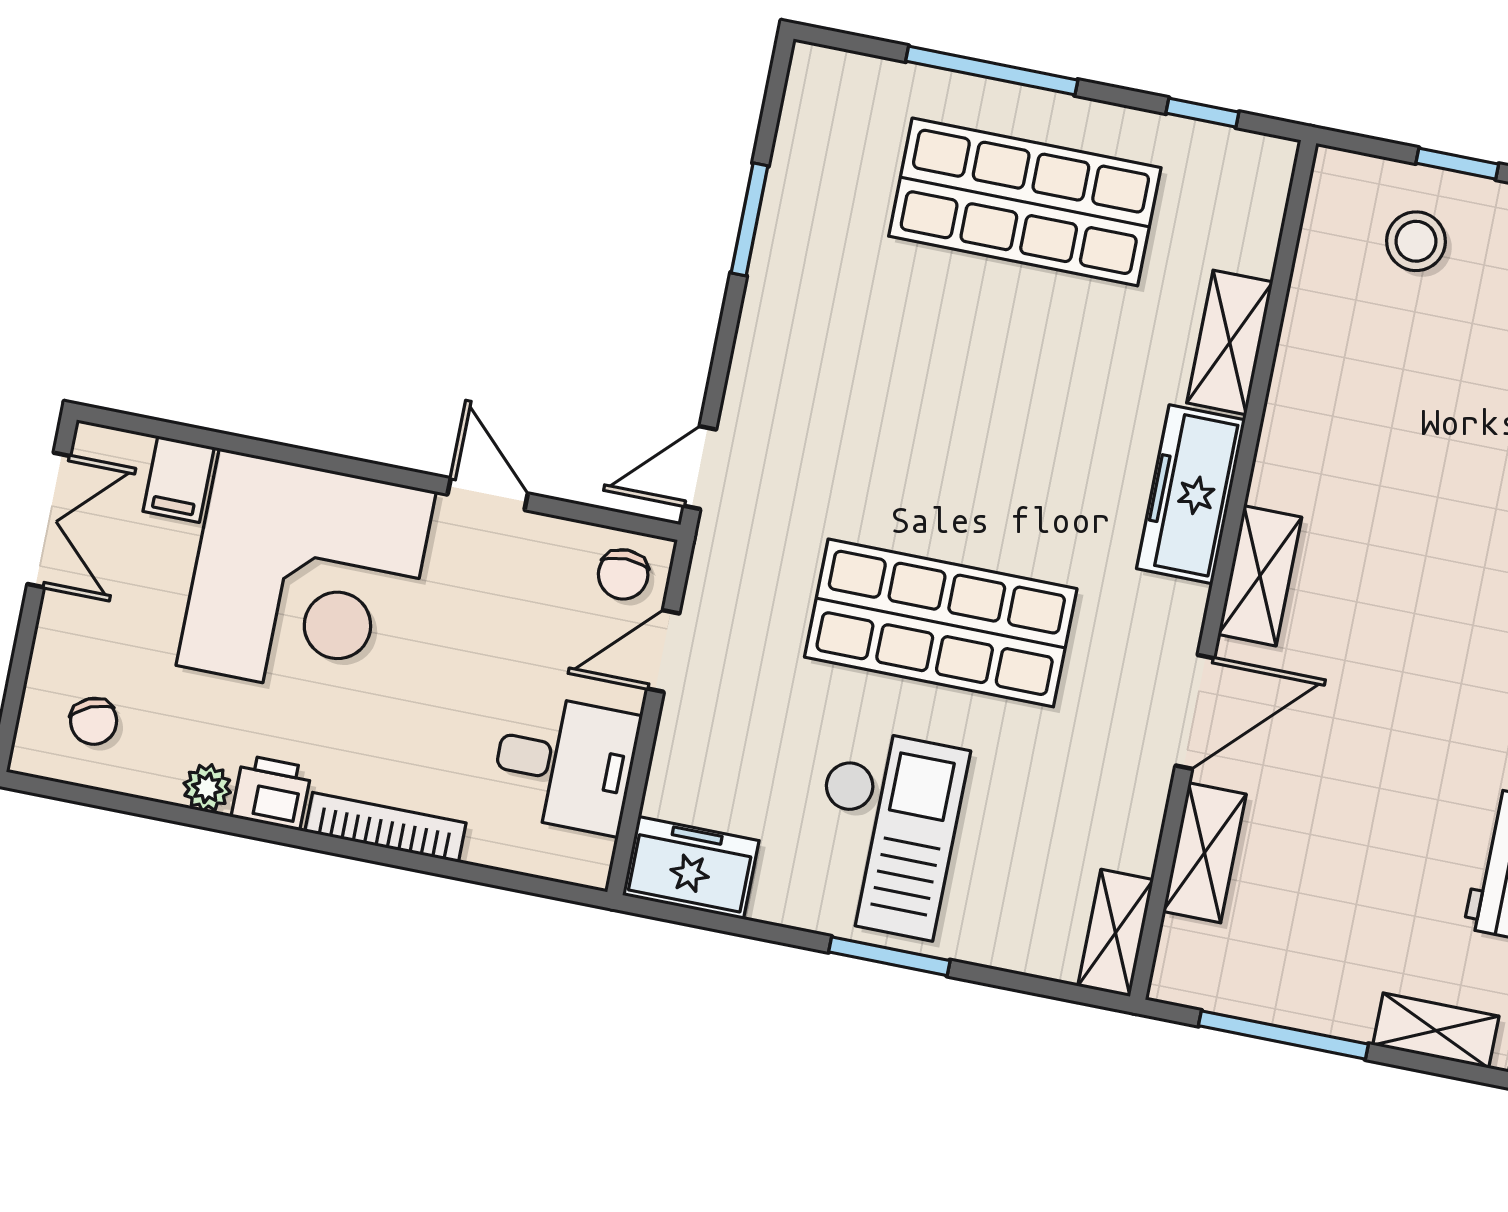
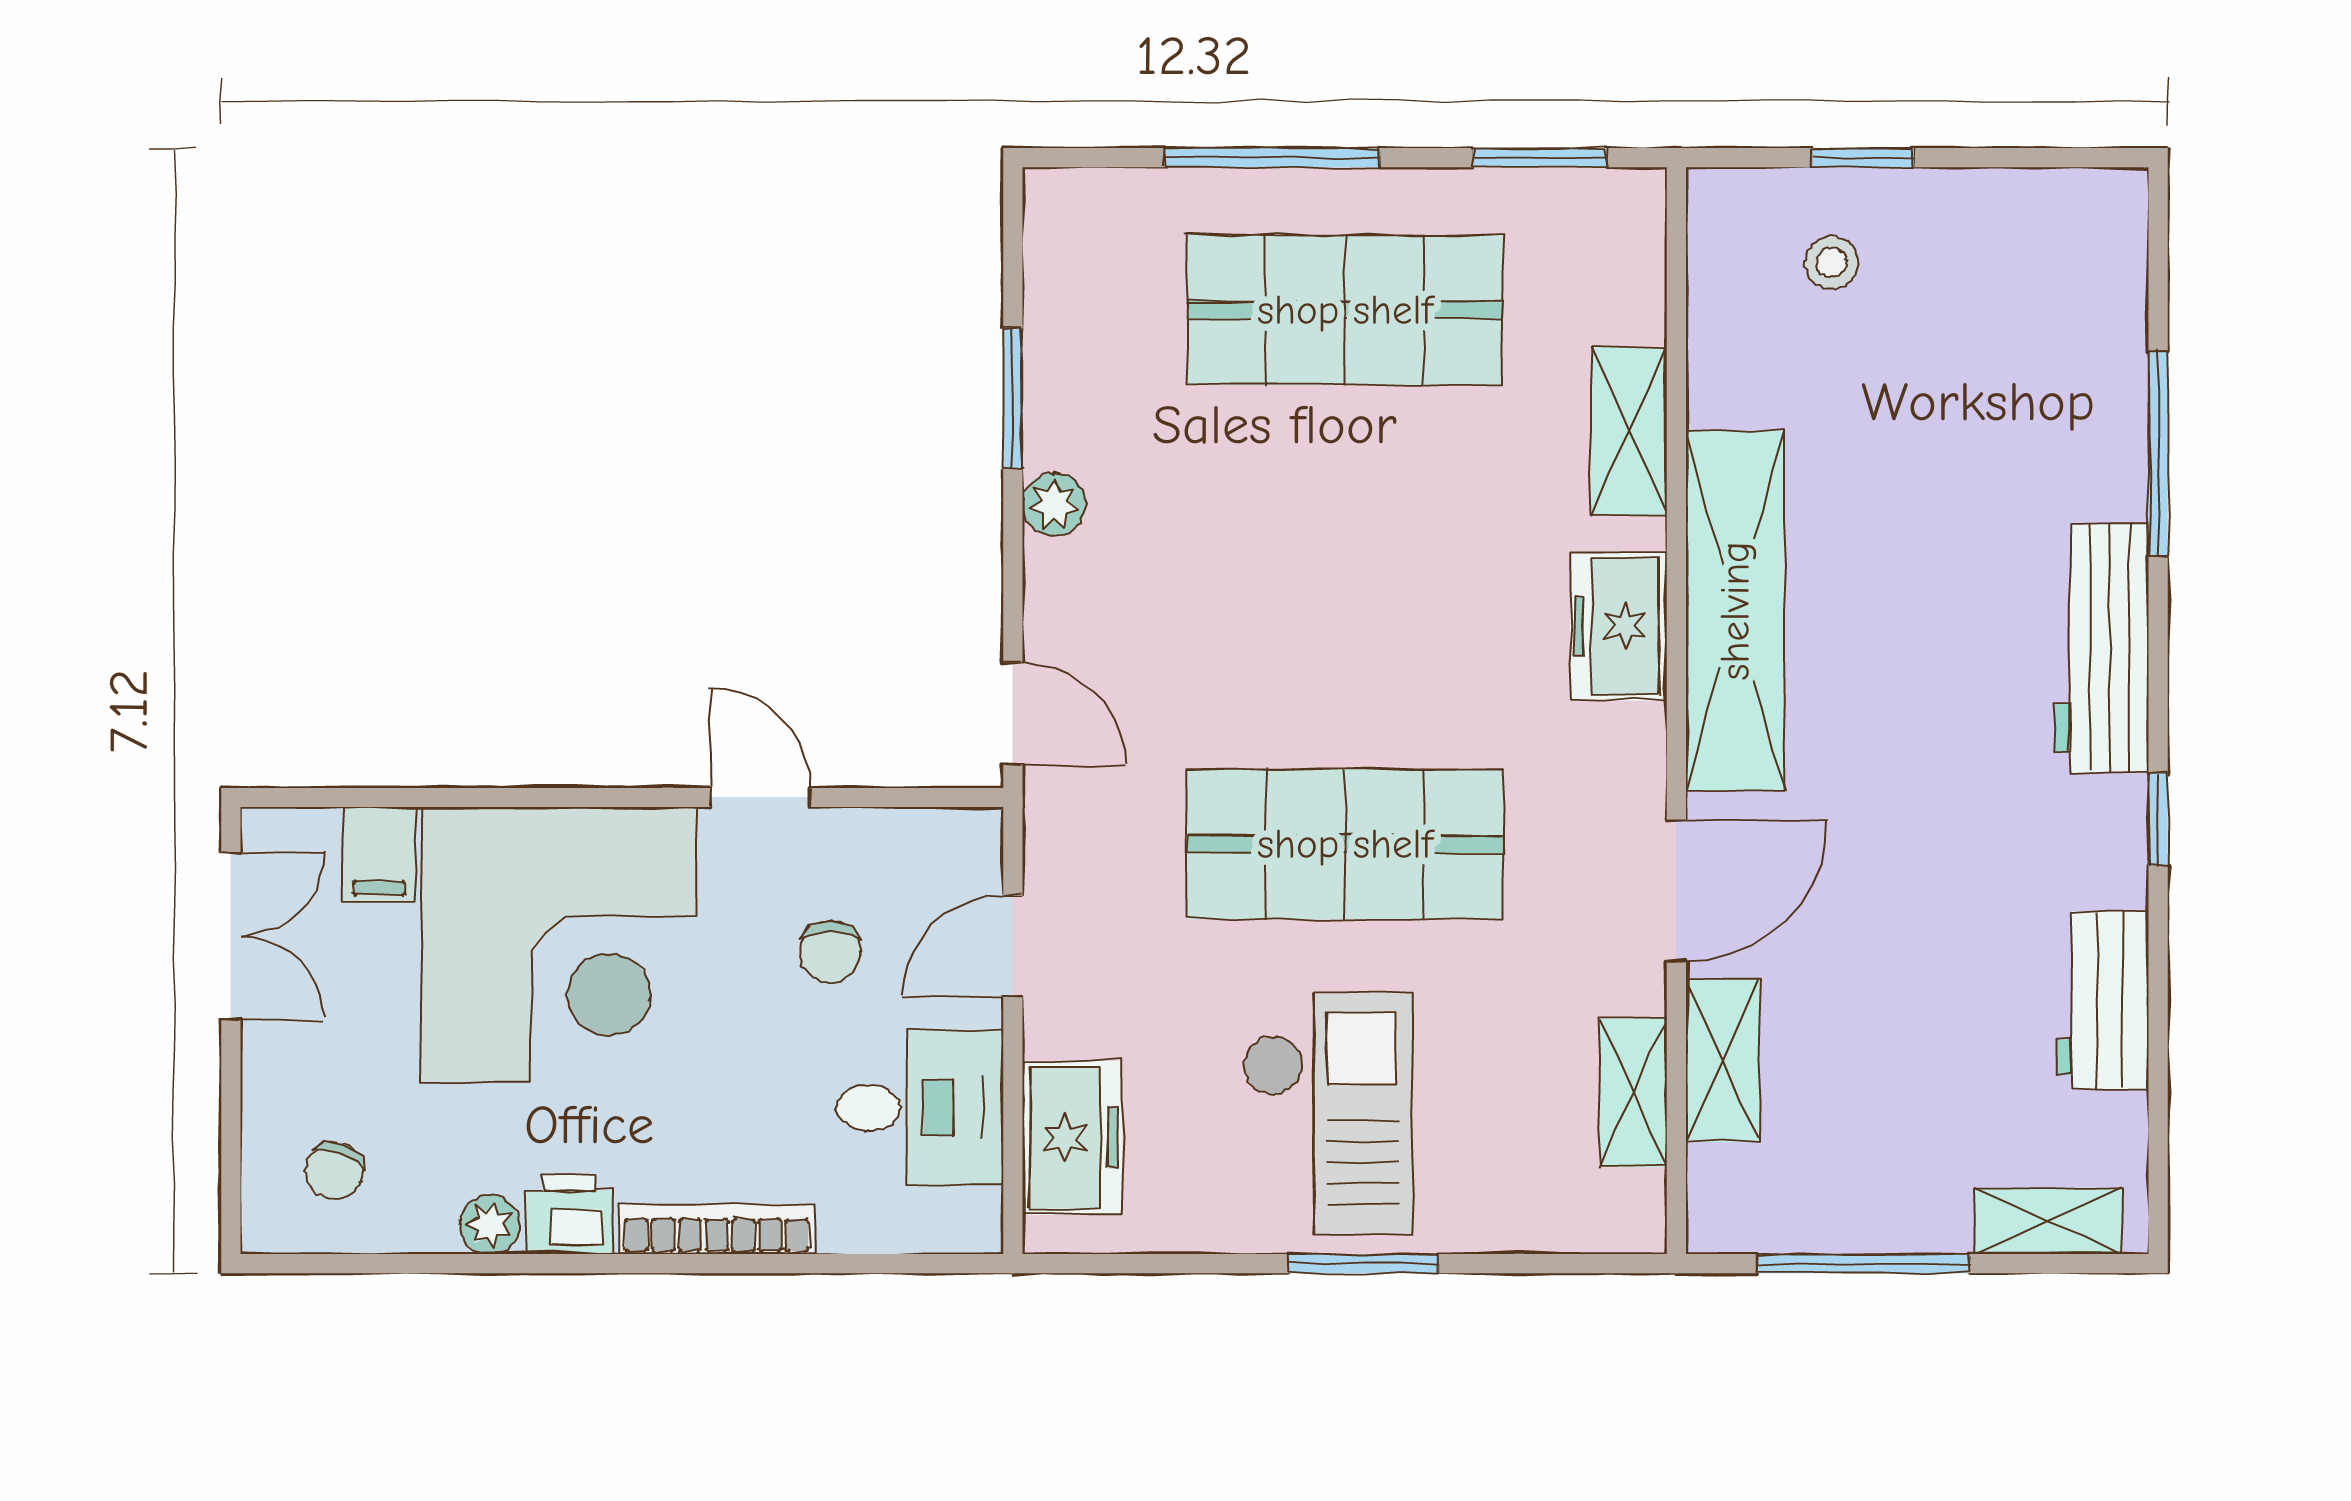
window: (1202, 113) -> (1539, 158), width x1.50
stool: (1416, 241) -> (1832, 262), width x0.73, depth x0.73
plant: (765, 309) -> (1054, 504), added
door: (700, 468) -> (1013, 713), swing flipped
freezer: (1191, 494) -> (1619, 626), width x0.71
chair: (623, 574) -> (831, 952), moved
shelving: (1260, 576) -> (1735, 611), width x2.20, depth x1.33
chair: (94, 721) -> (335, 1171), turned 43
freezer: (691, 868) -> (1072, 1138), moved, turned 90
shelving: (1116, 933) -> (1633, 1093), moved

